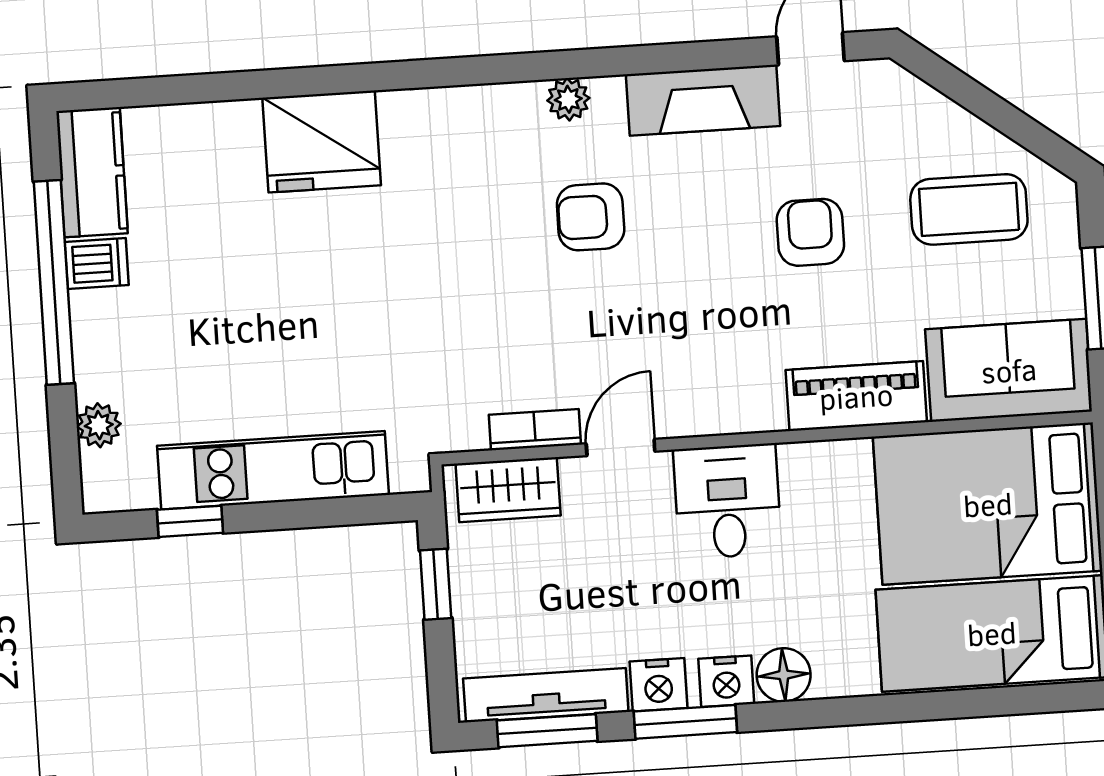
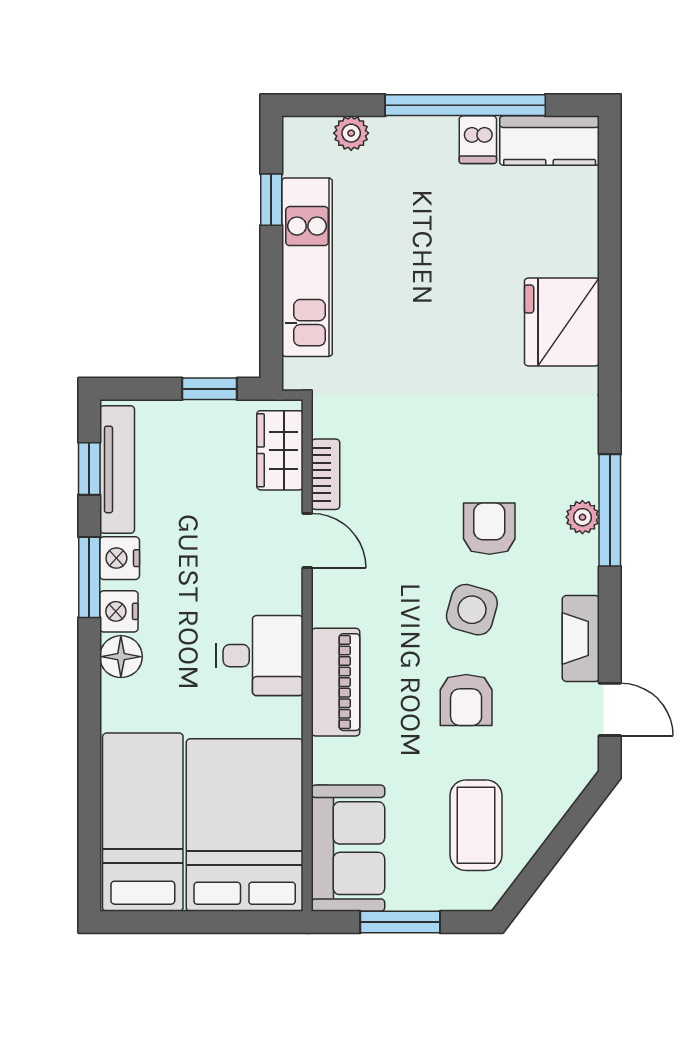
window: (557, 65) -> (610, 510), added
fireplace: (703, 100) -> (581, 638), width x0.73, depth x0.76
side table: (695, 232) -> (472, 610), added
armchair: (810, 232) -> (466, 700), turned 90
piano: (856, 396) -> (336, 682), moved
desk: (728, 501) -> (260, 656), moved
window: (547, 731) -> (89, 469), width x0.67

